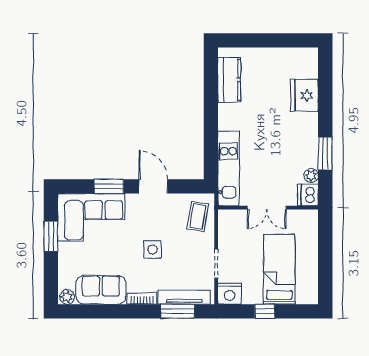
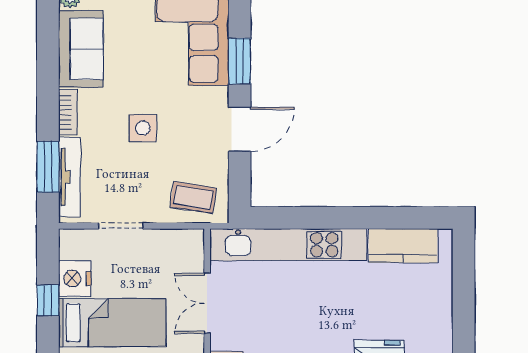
kitchen unit: (228, 168) -> (288, 245), width x1.36
nightstand: (230, 294) -> (75, 279), moved

